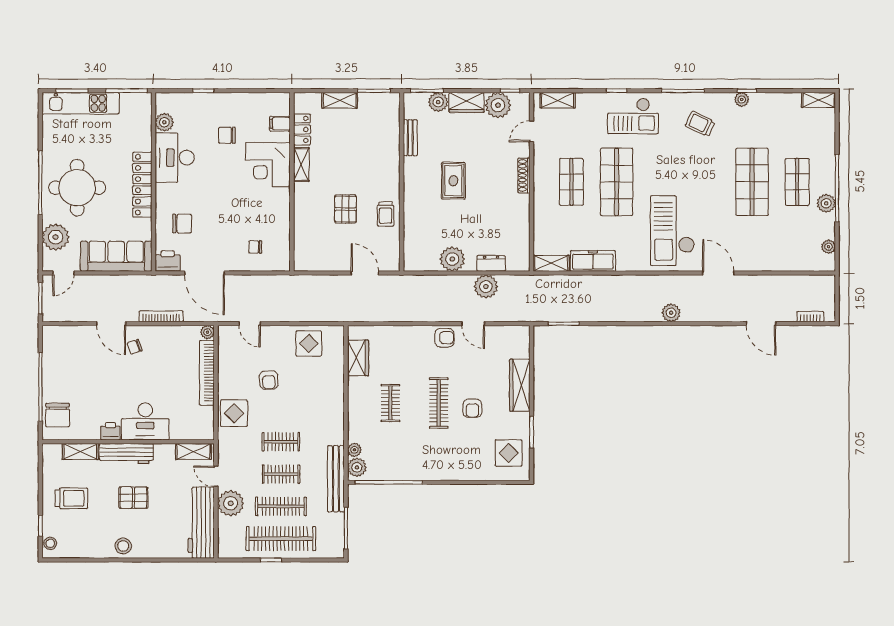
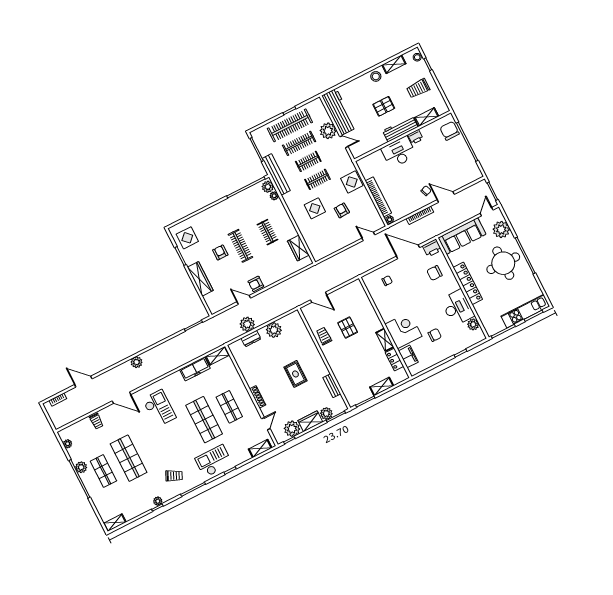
filing cabinet: (280, 124) -> (408, 356), width x2.00
checkout: (672, 231) -> (159, 408), width x0.73, depth x0.83
trolley: (771, 258) -> (96, 421), added
display table: (309, 343) -> (315, 208), moved
shelving: (193, 451) -> (394, 64), moved

